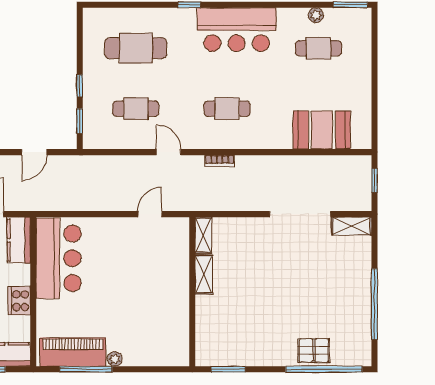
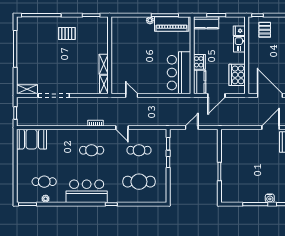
booth: (322, 130) -> (31, 139), moved
door: (150, 214) -> (132, 96), swing flipped
cooker: (19, 301) -> (199, 62), moved
pallet: (314, 351) -> (67, 33), moved

